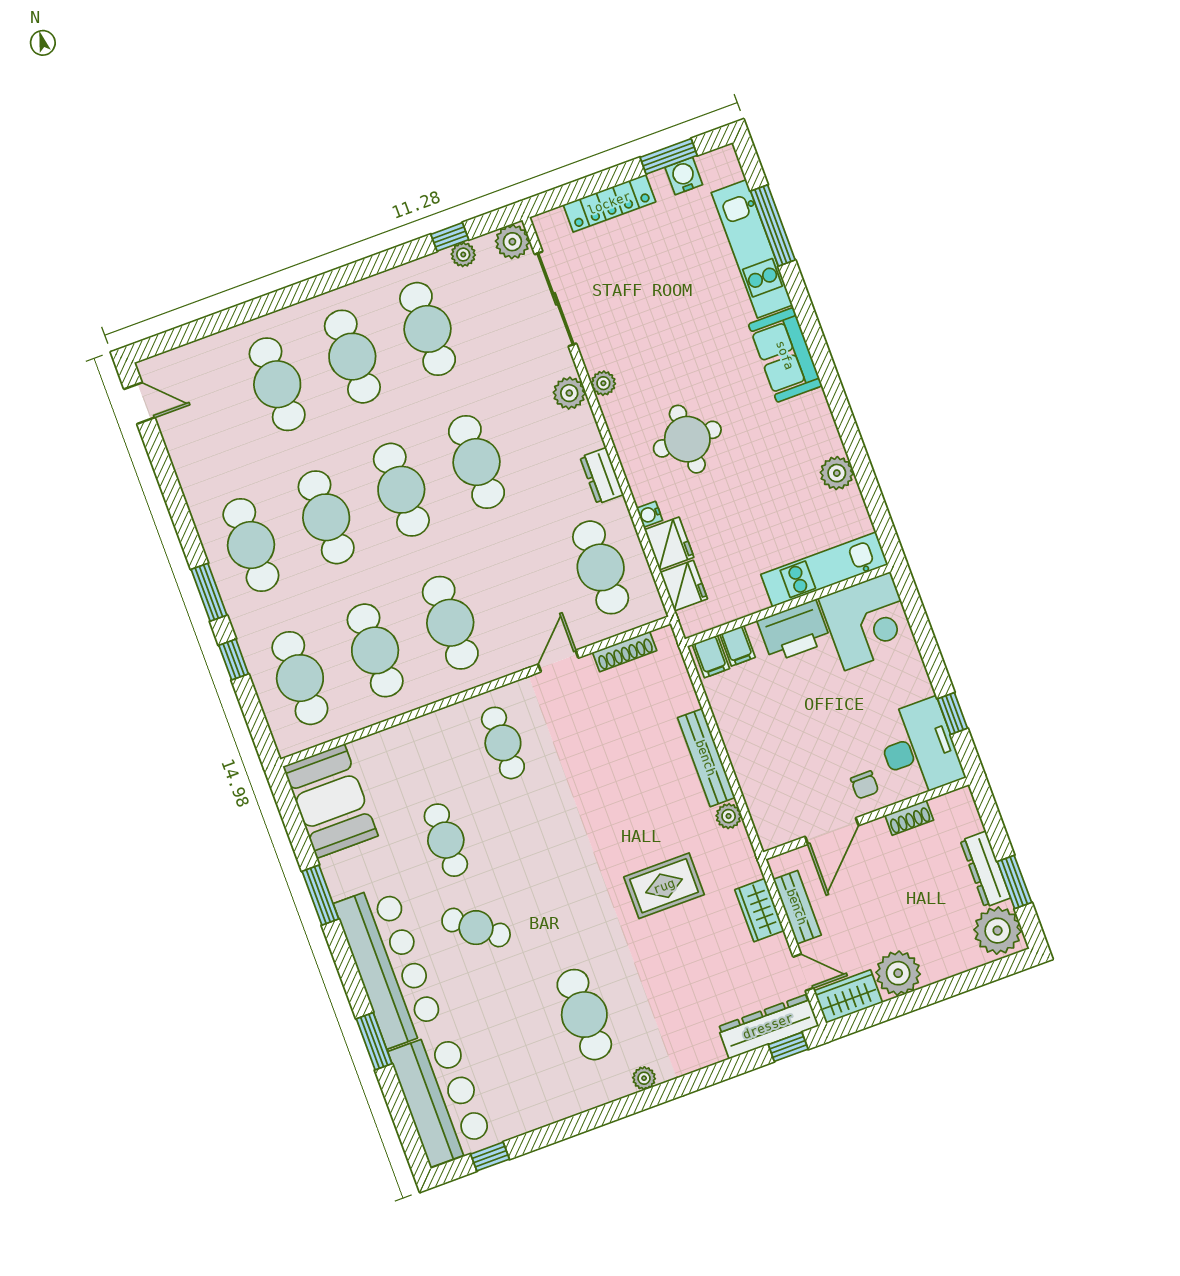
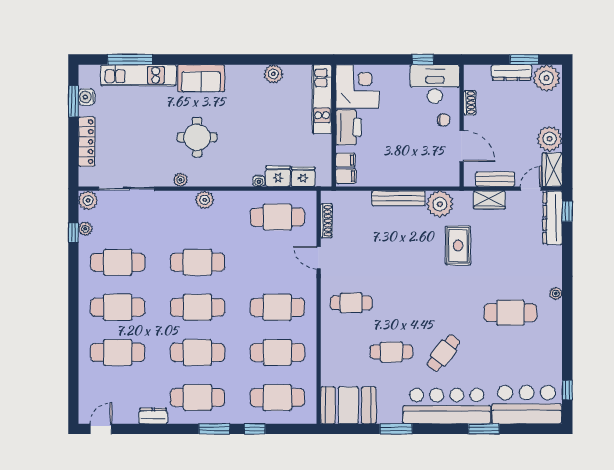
plant: (569, 393) -> (205, 200), moved
round table: (687, 439) -> (197, 137), moved
dresser: (602, 476) -> (153, 416), moved, turned 180
plant: (729, 816) -> (440, 204), width x1.88, depth x1.88

